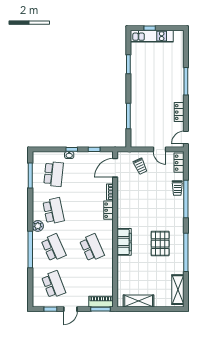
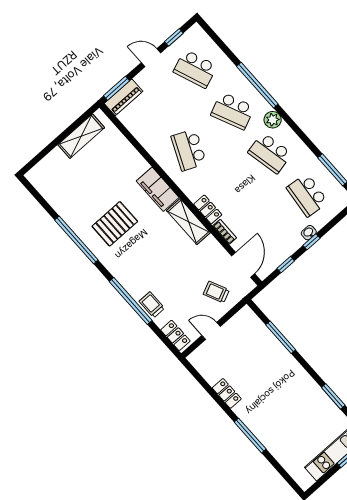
door: (186, 138) -> (193, 371), removed
pallet: (160, 244) -> (115, 224), turned 90
school desk: (92, 248) -> (189, 150), turned 48
shelving: (178, 290) -> (188, 222), moved
door: (70, 309) -> (151, 58), hinge flipped

